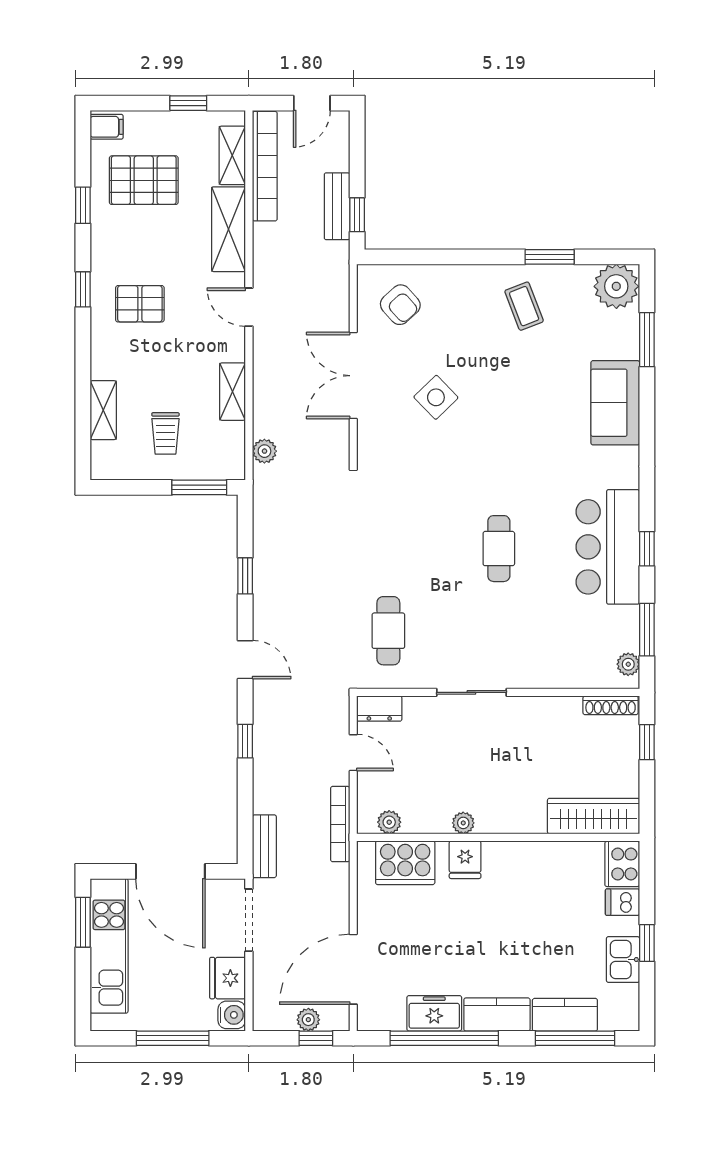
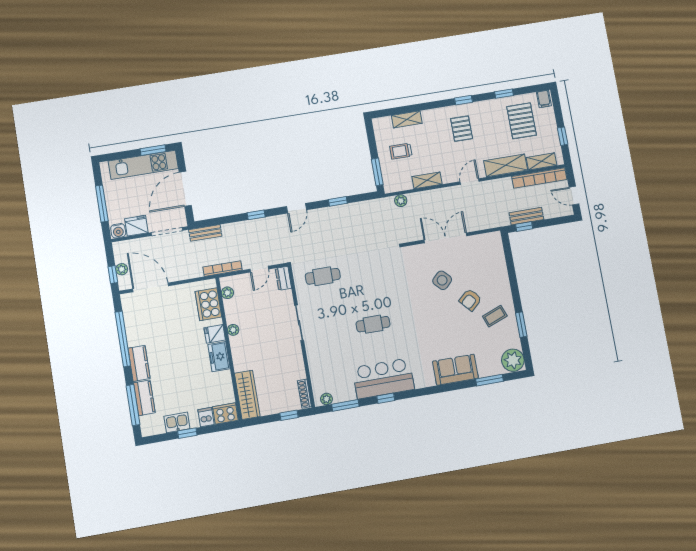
armchair: (400, 305) -> (470, 300), moved
freezer: (434, 1013) -> (219, 357), moved, turned 180

